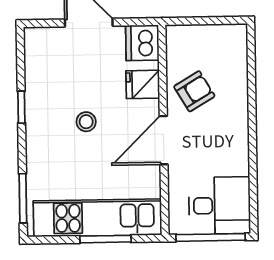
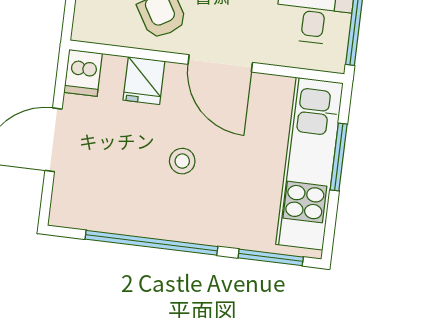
dishwasher: (142, 43) -> (83, 73), width x0.73
window: (21, 107) -> (151, 243), width x3.17

